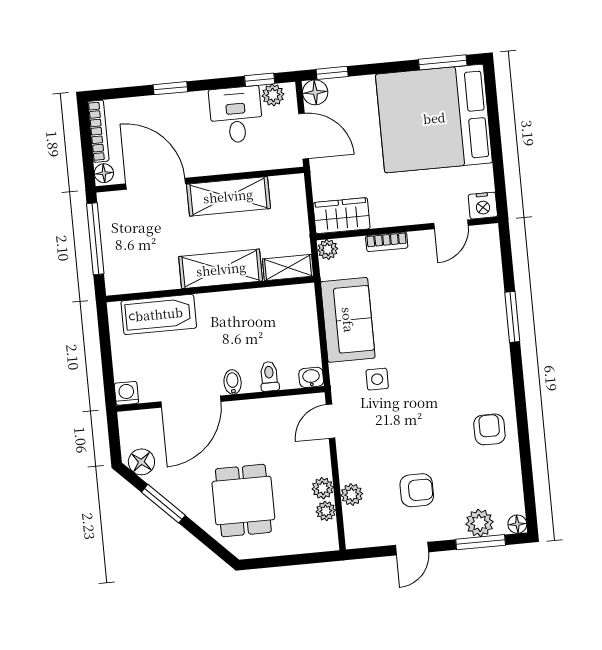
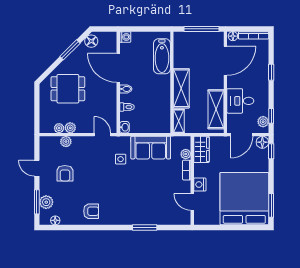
desk: (236, 115) -> (240, 101), moved, turned 180
shelving: (228, 196) -> (216, 109), moved
nightstand: (483, 206) -> (200, 185), moved
plant: (328, 249) -> (186, 154), moved
floor lamp: (517, 524) -> (55, 220), moved

